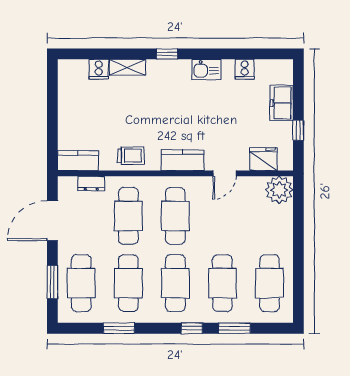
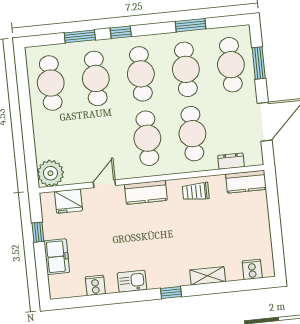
cooker: (99, 69) -> (252, 269), moved

